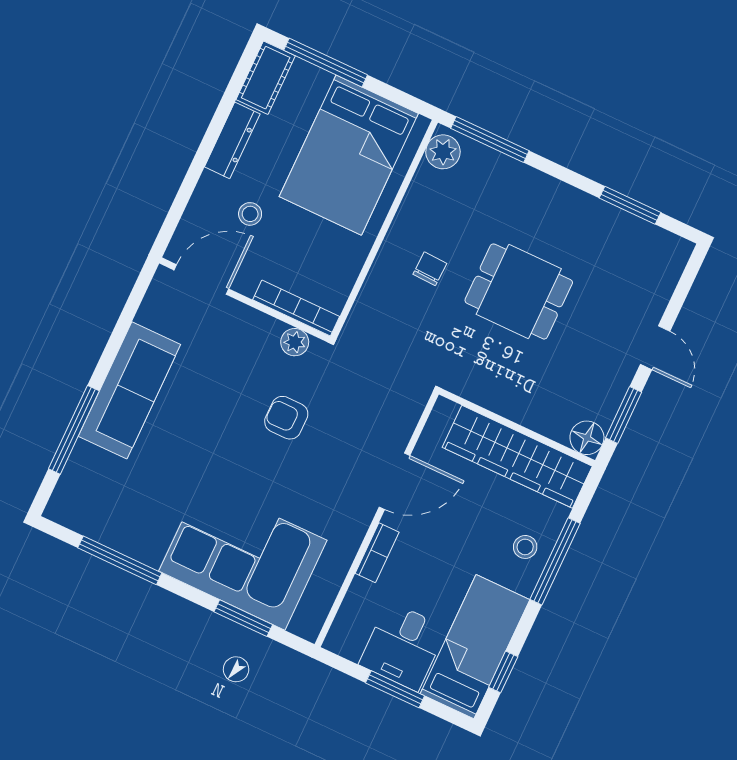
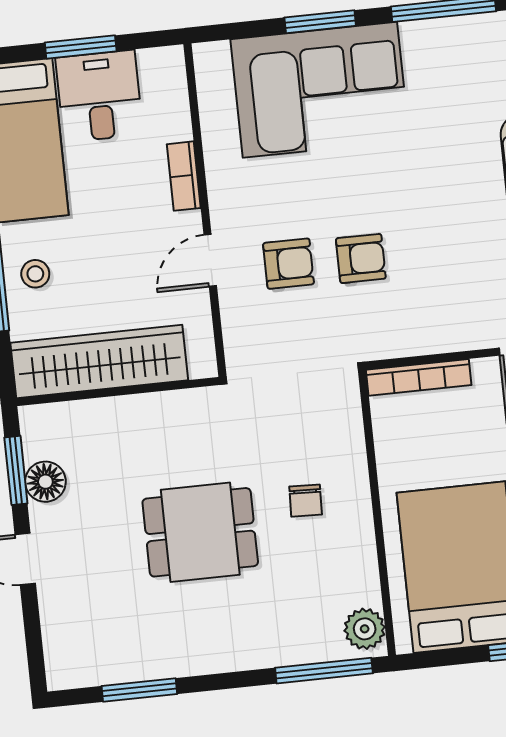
plant: (295, 342) -> (399, 341), removed
floor lamp: (587, 438) -> (45, 482), moved
armchair: (340, 445) -> (289, 264), added
door: (395, 481) -> (210, 260), width x0.73
window: (243, 618) -> (320, 22), moved

